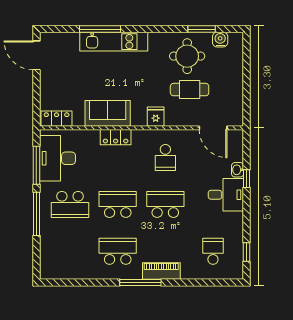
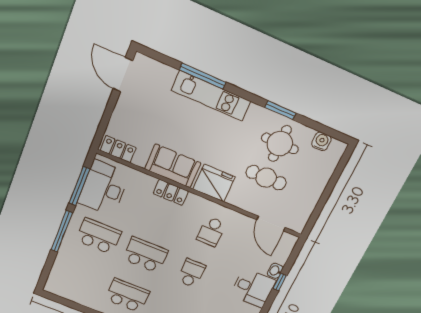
window: (202, 29) -> (281, 110), moved
fridge: (156, 117) -> (214, 183), width x1.88, depth x1.34
school desk: (70, 204) -> (99, 236), turned 180
school desk: (165, 204) -> (191, 273), width x0.54

